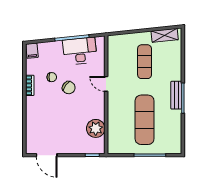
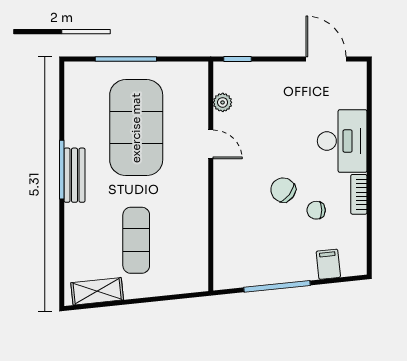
filing cabinet: (32, 51) -> (328, 264), moved
desk: (80, 51) -> (342, 141), moved, turned -84
door: (106, 84) -> (211, 144), moved
exercise mat: (145, 120) -> (136, 128), width x1.47
plant: (96, 128) -> (223, 102), width x0.53, depth x0.53

